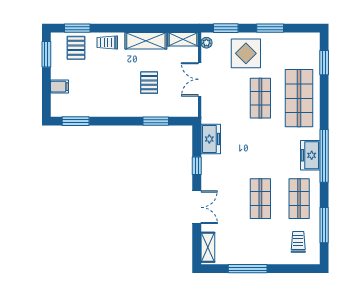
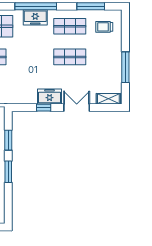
window: (76, 121) -> (8, 172), moved
freezer: (211, 139) -> (50, 97), moved

